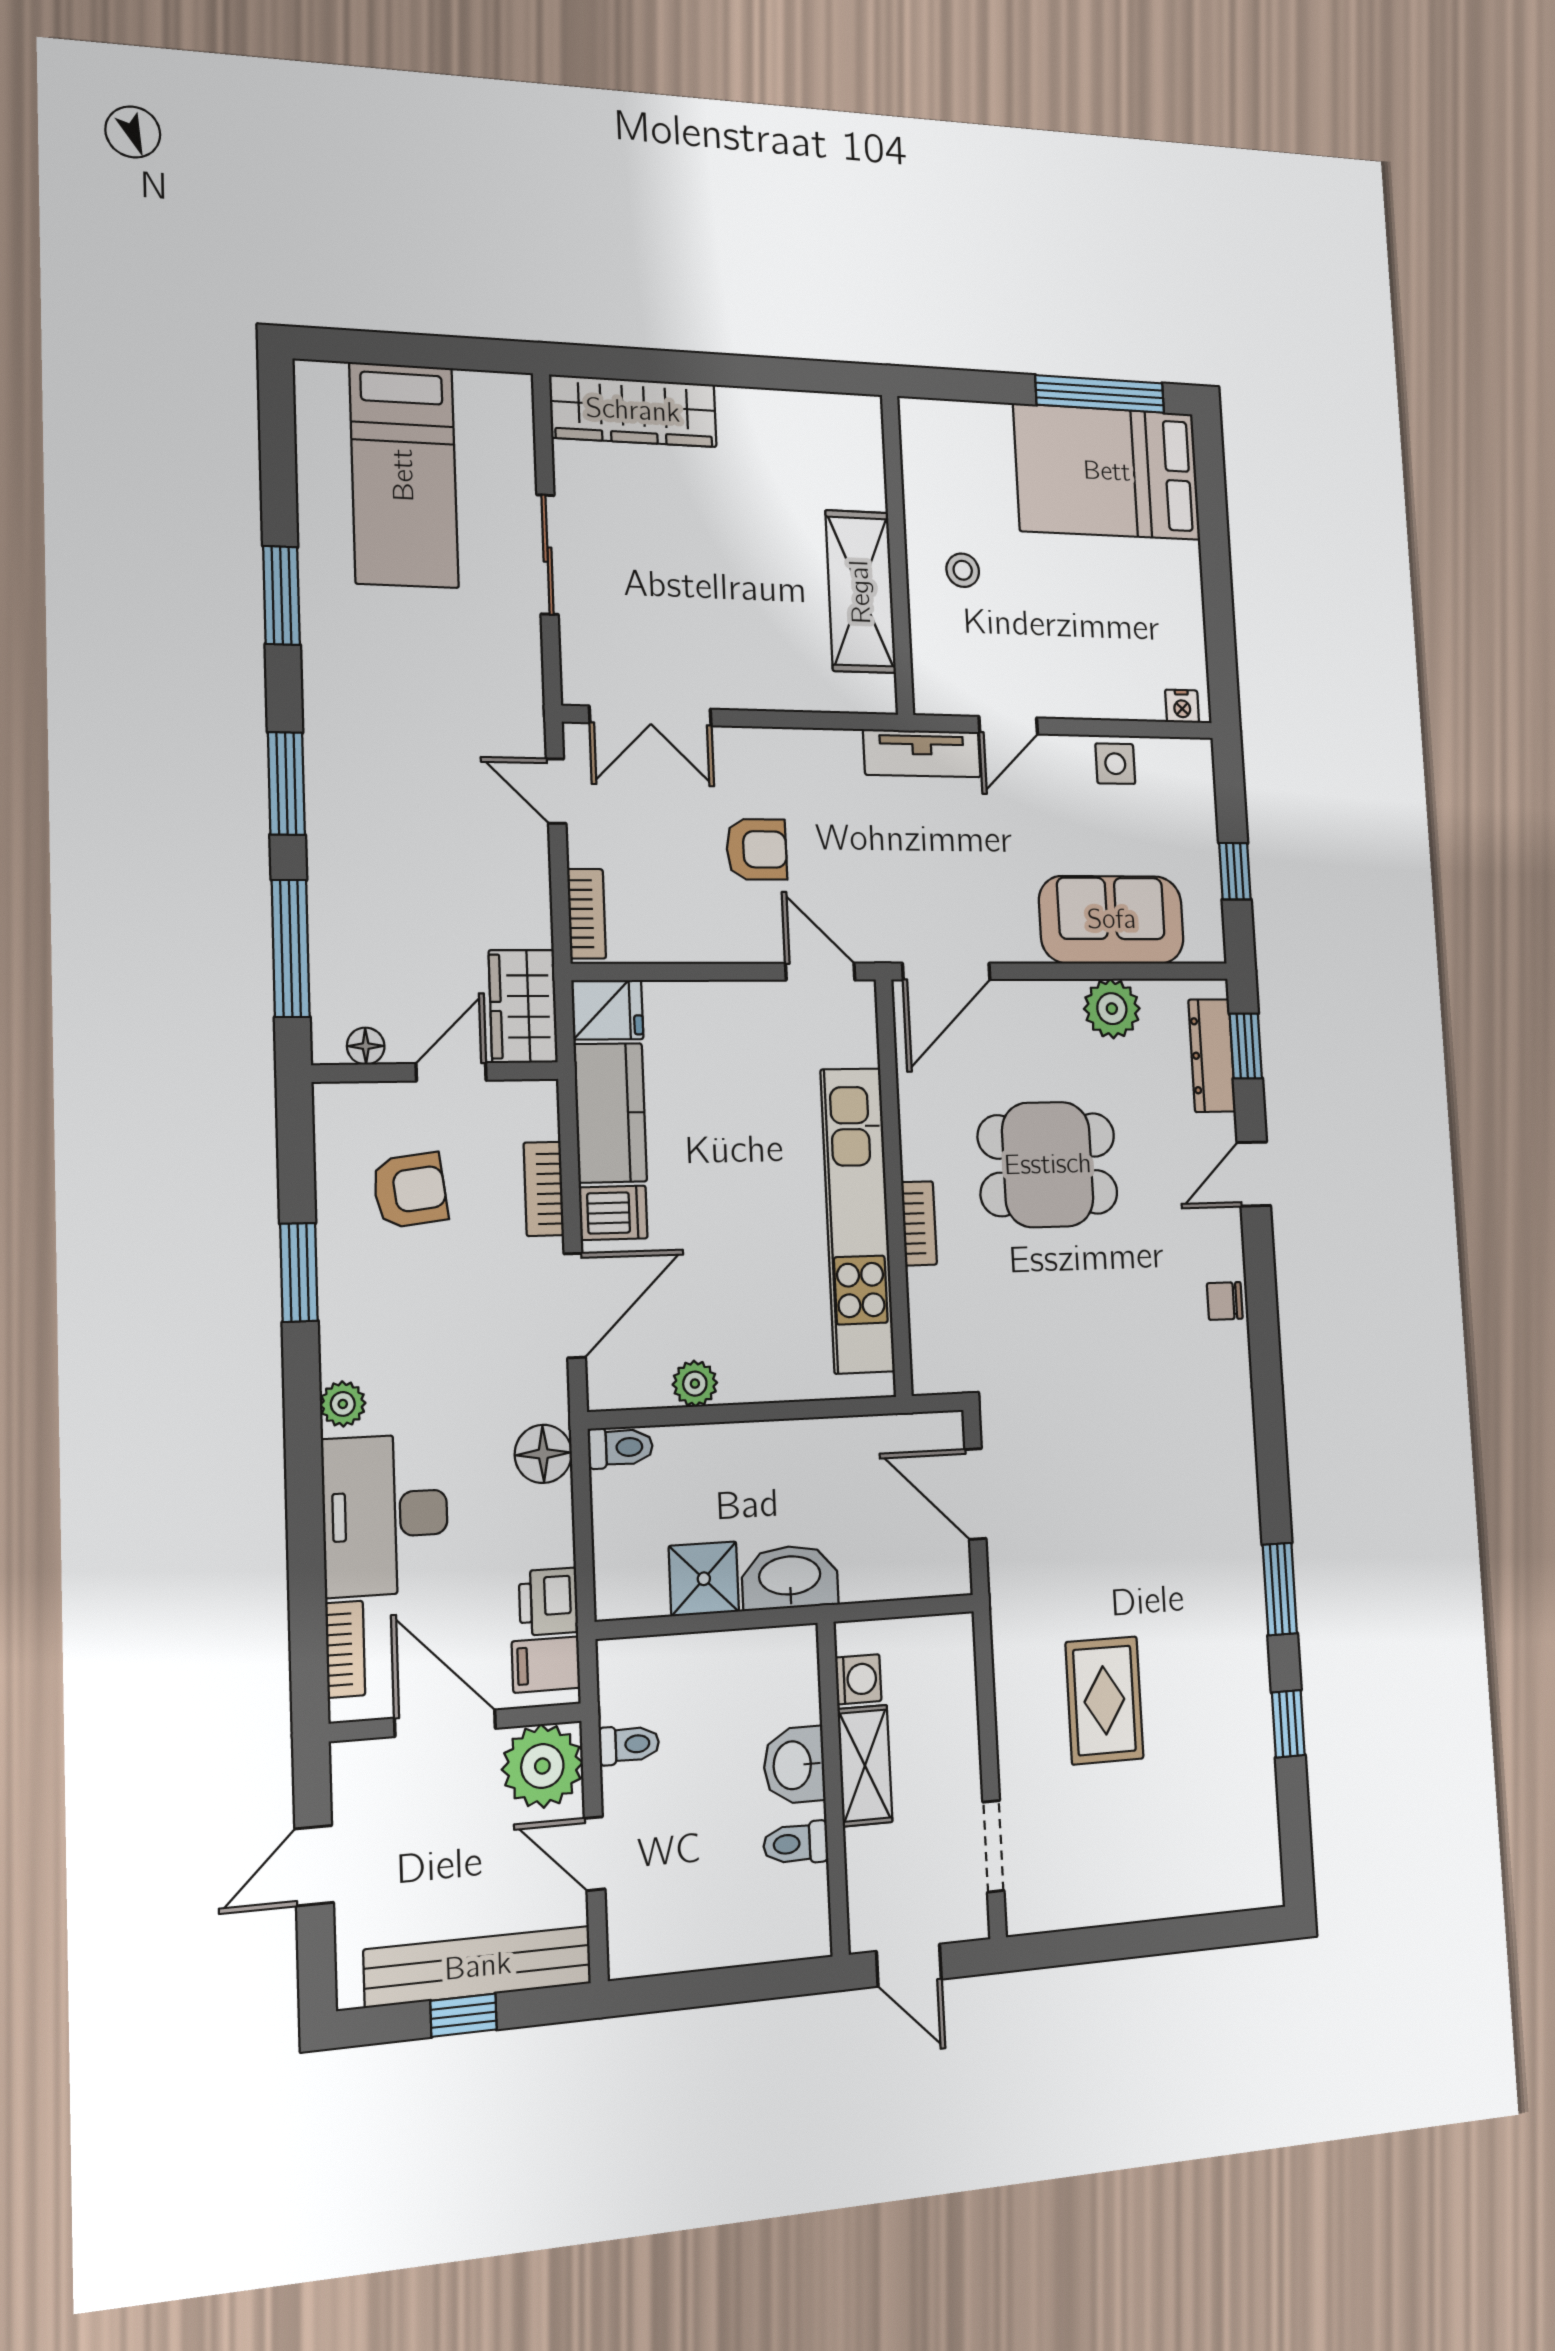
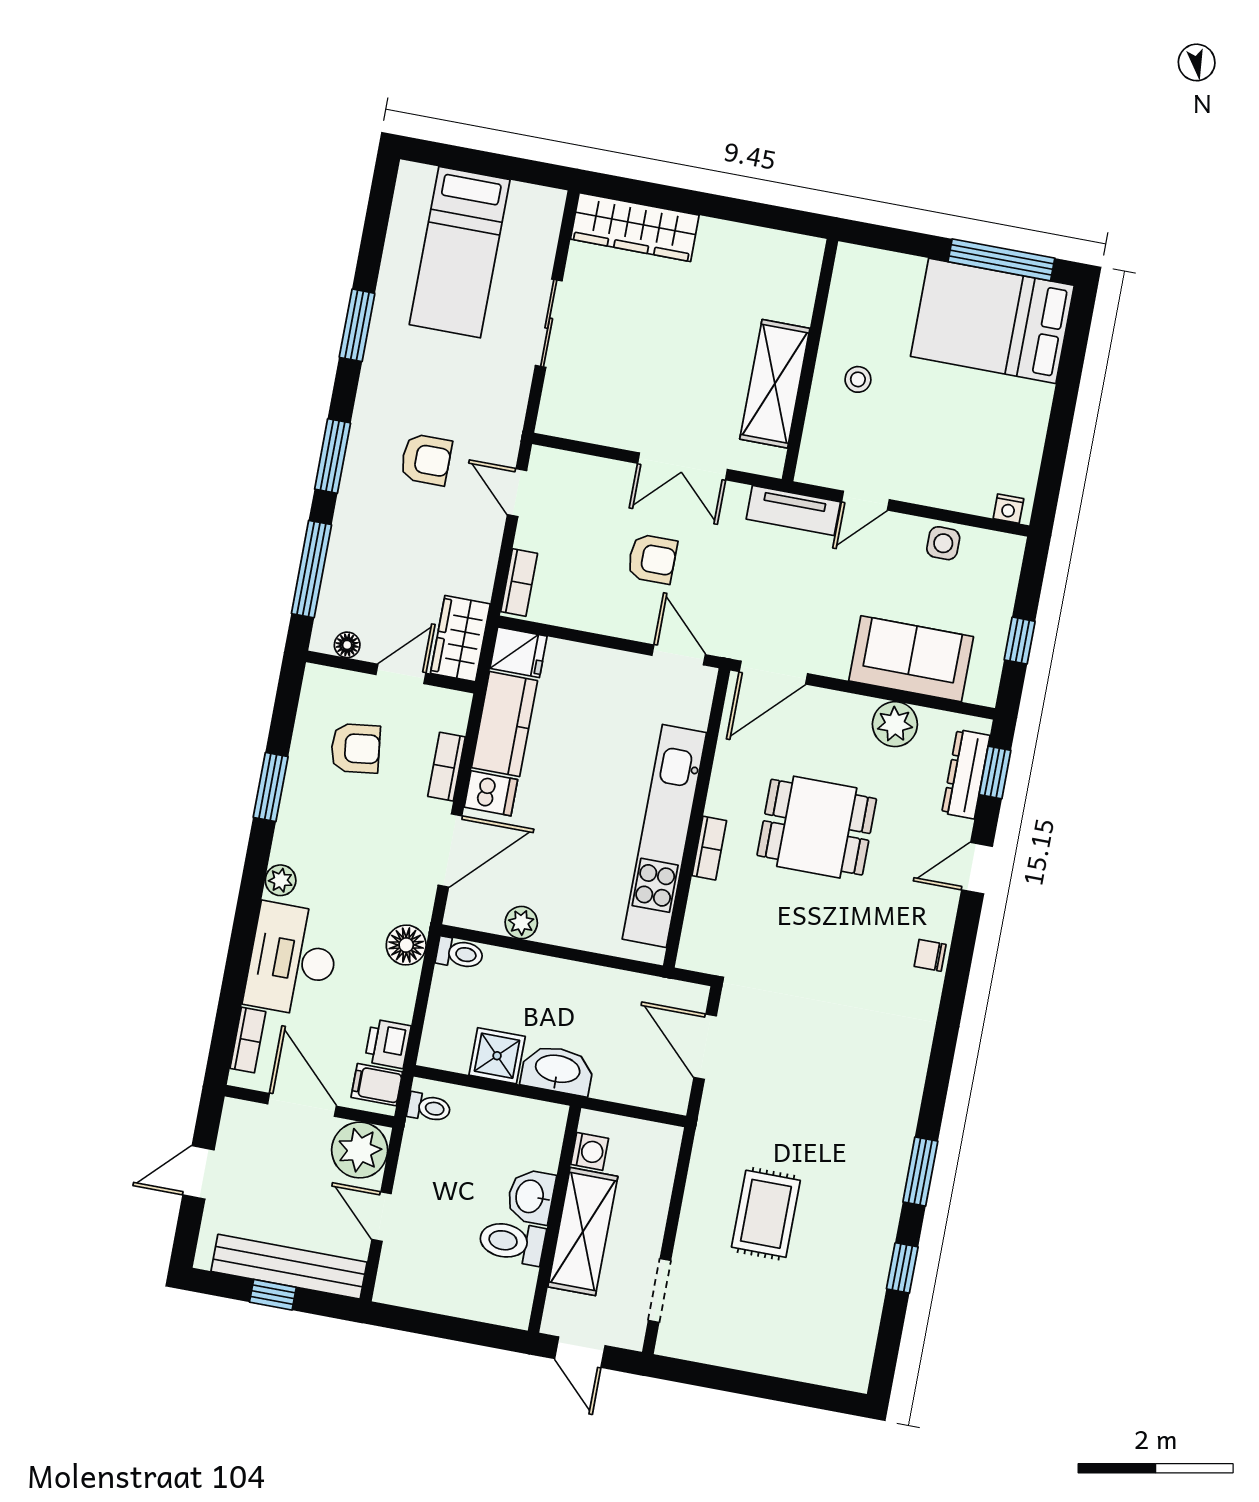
double door: (651, 716) -> (682, 466), moved
armchair: (420, 767) -> (426, 460), added
toilet: (629, 1745) -> (429, 1108), moved
shelving: (865, 1766) -> (583, 1232), width x1.50, depth x1.33
toilet: (796, 1843) -> (512, 1242), width x1.37, depth x1.39

